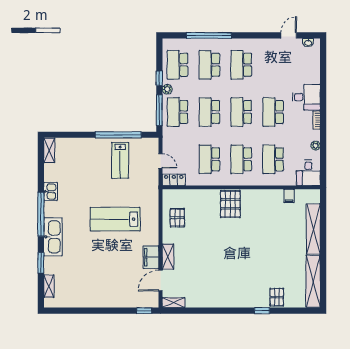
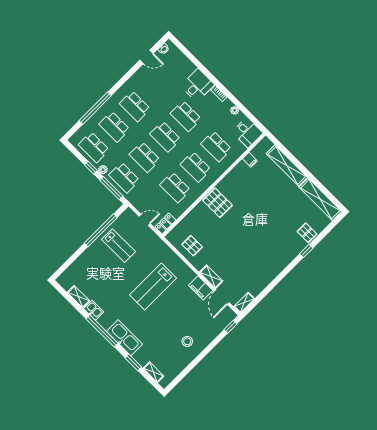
door: (289, 35) -> (147, 57), swing flipped
shelving: (49, 150) -> (79, 297), moved
stool: (99, 288) -> (187, 341), added

